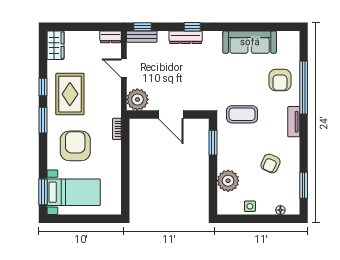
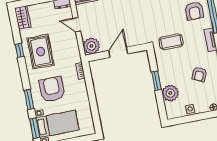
door: (171, 114) -> (118, 52), swing flipped
window: (43, 120) -> (29, 100), moved
window: (213, 143) -> (156, 81), moved

